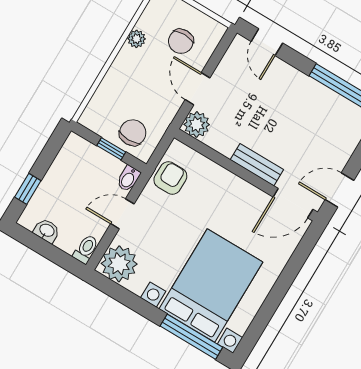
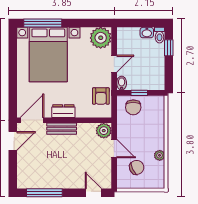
chair: (181, 41) -> (137, 167), turned 63
dresser: (239, 189) -> (63, 111), added
toilet: (86, 249) -> (159, 35), moved

